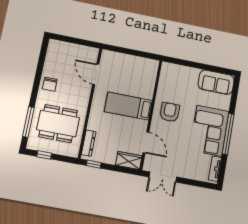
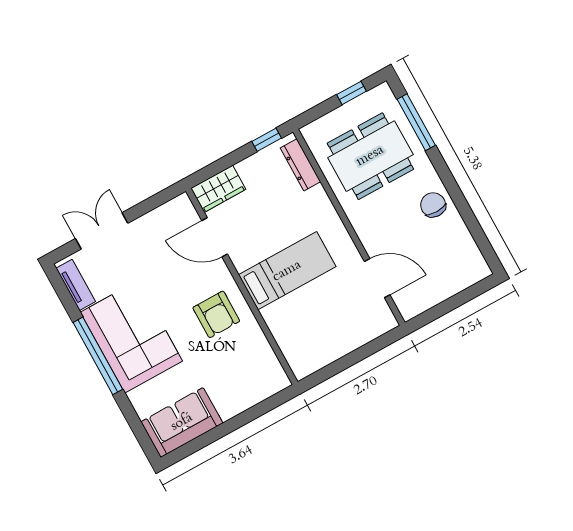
double door: (163, 177) -> (102, 231), moved

